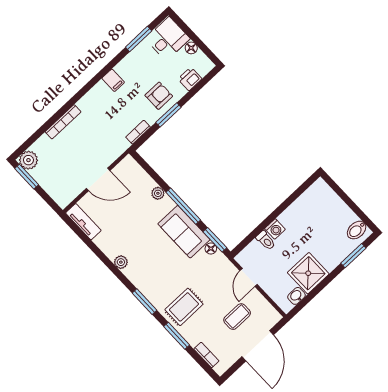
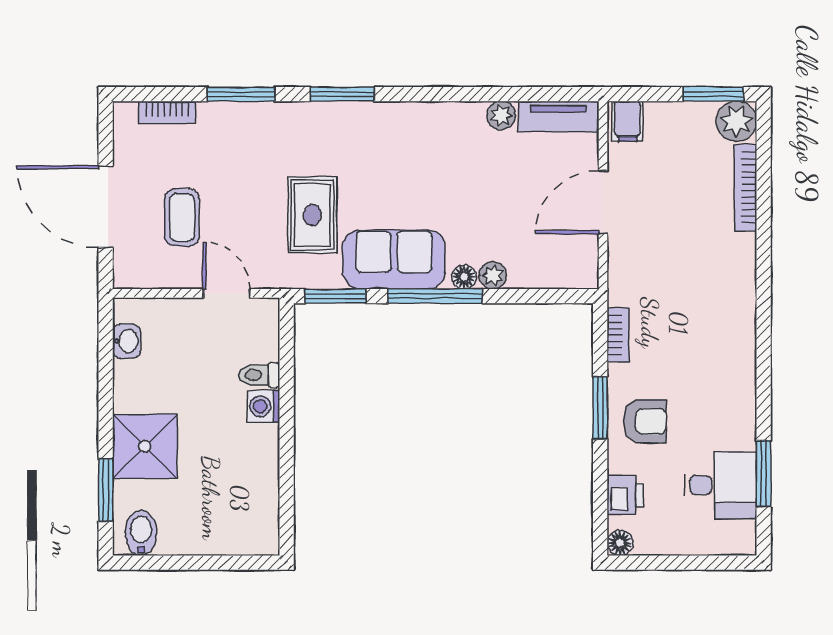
desk: (168, 39) -> (720, 485), moved, turned -90
floor lamp: (191, 48) -> (620, 543), moved
filing cabinet: (113, 80) -> (627, 121), moved, turned -90
armchair: (159, 96) -> (645, 421), turned -90
bookcase: (63, 122) -> (746, 188), moved
floor lamp: (211, 249) -> (464, 277), moved
plant: (121, 262) -> (501, 115), moved
shower: (308, 273) -> (145, 446), moved
rug: (184, 307) -> (312, 215), moved

